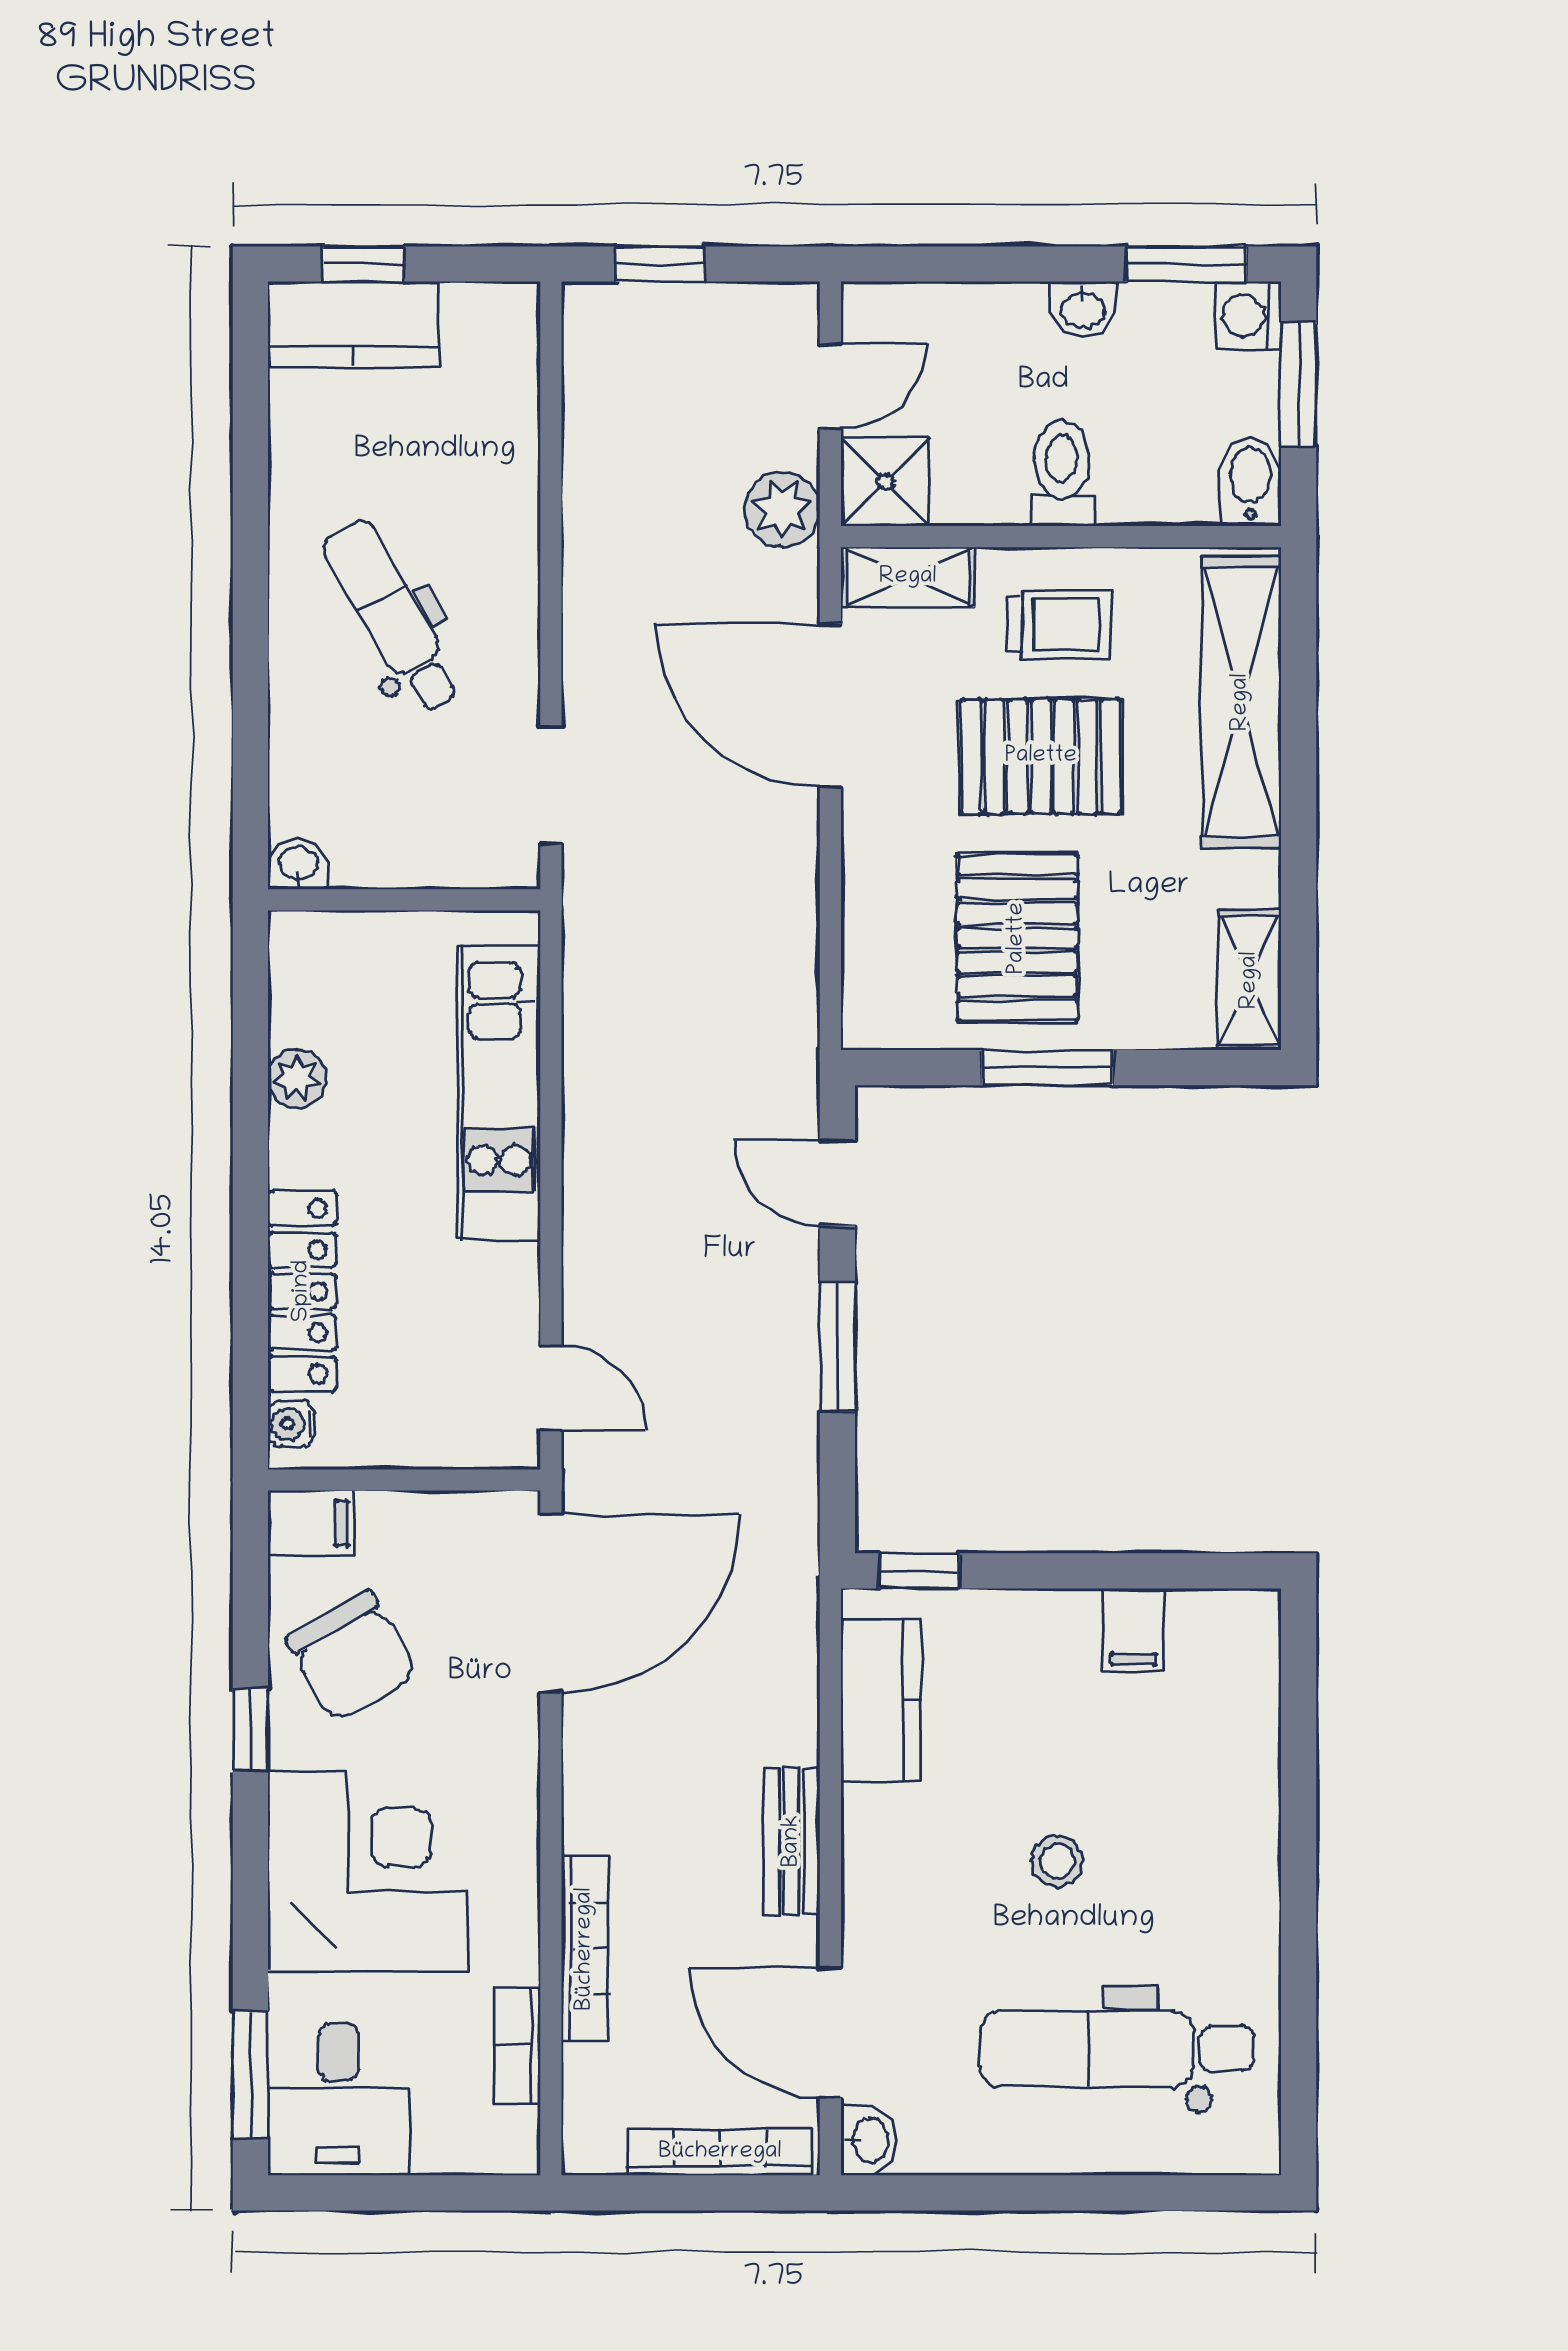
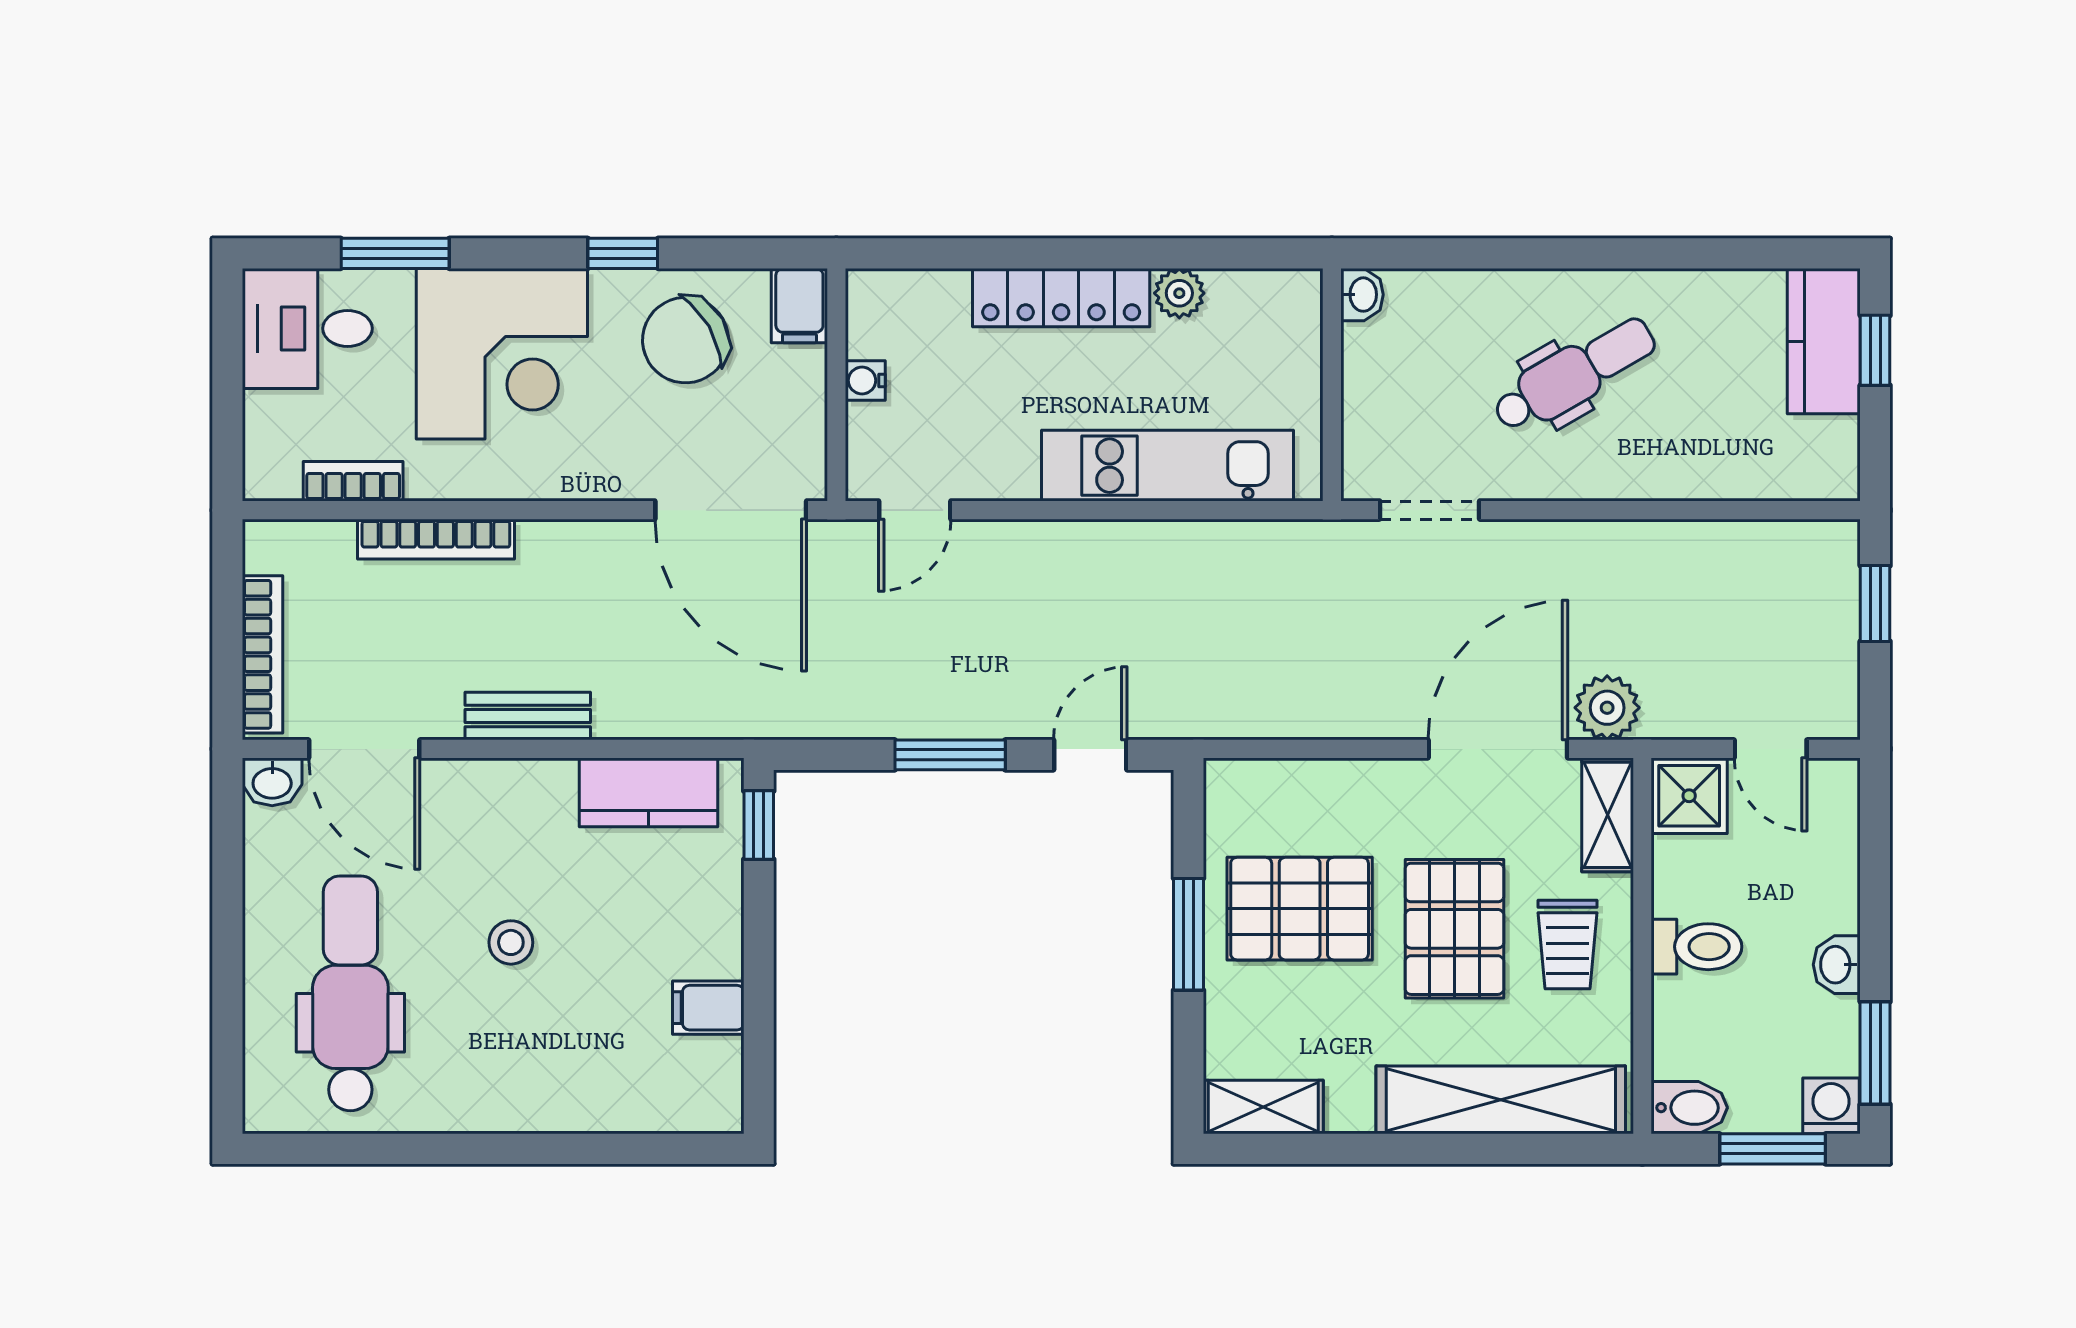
plant: (782, 509) -> (1607, 708), moved
locker: (302, 1291) -> (1061, 298), moved
water cooler: (291, 1424) -> (865, 380), moved, turned -90
door: (830, 2033) -> (364, 749), swing flipped
window: (250, 2074) -> (395, 253), moved

